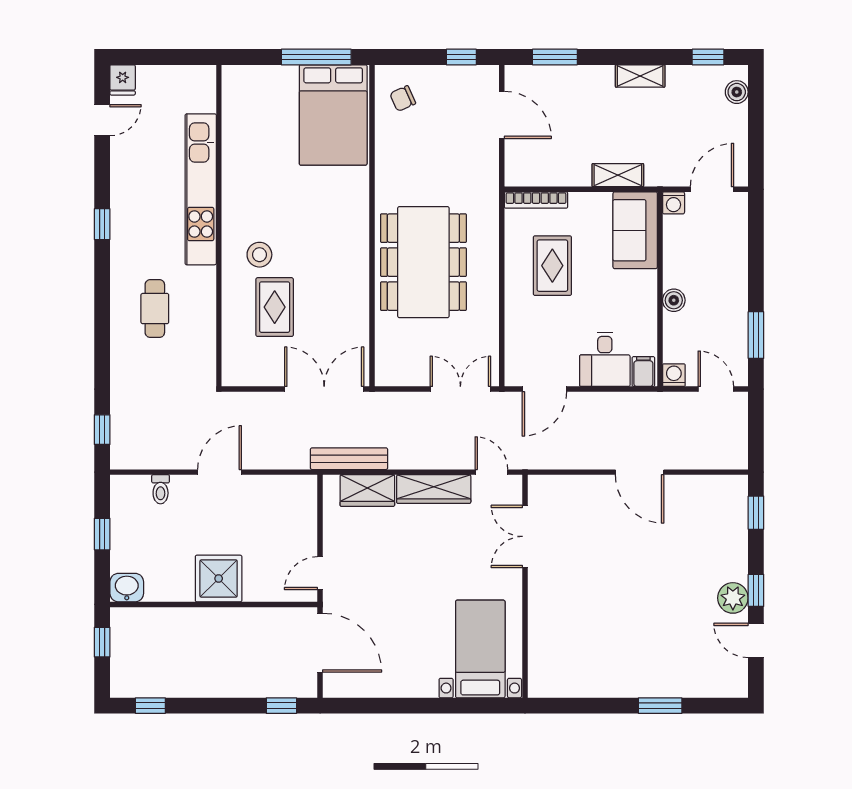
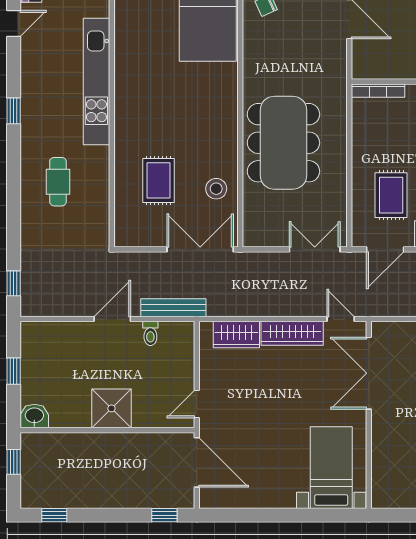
stool: (259, 255) -> (216, 189), moved
rug: (552, 266) -> (391, 195), moved
bench: (349, 459) -> (173, 308), moved
toilet: (161, 489) -> (150, 333), moved
double door: (525, 536) -> (369, 373), width x1.37

